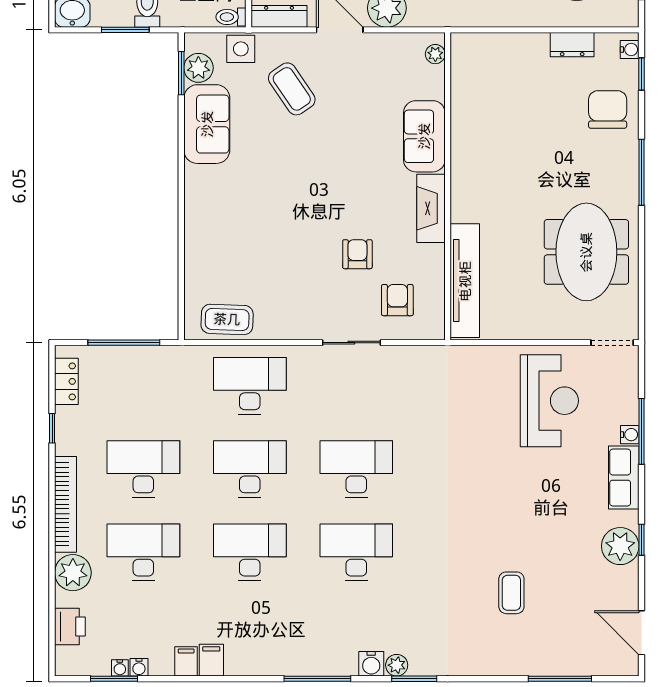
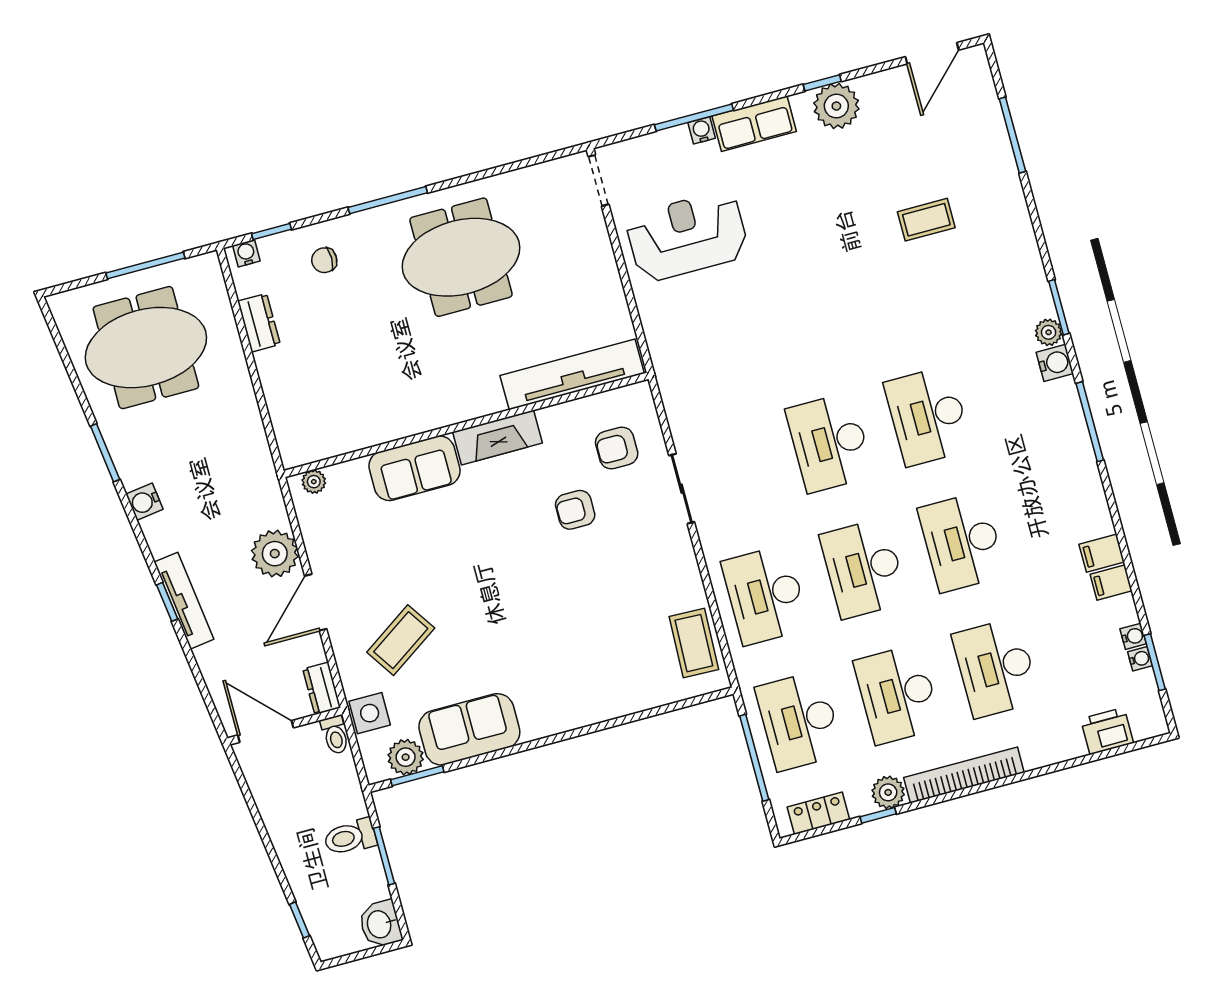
dresser: (279, 16) -> (322, 688), width x0.70
chair: (608, 109) -> (324, 260), width x0.54, depth x0.54
meeting table: (586, 252) -> (461, 257), moved
desk: (143, 386) -> (799, 721), added
plant: (73, 573) -> (888, 792), moved, width x0.73, depth x0.73

